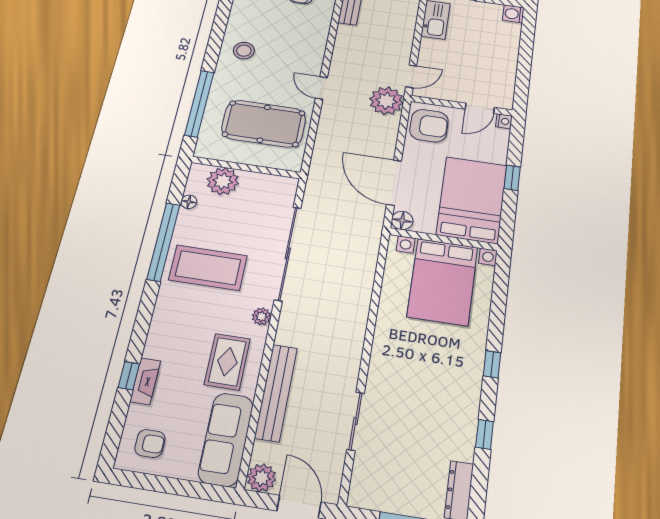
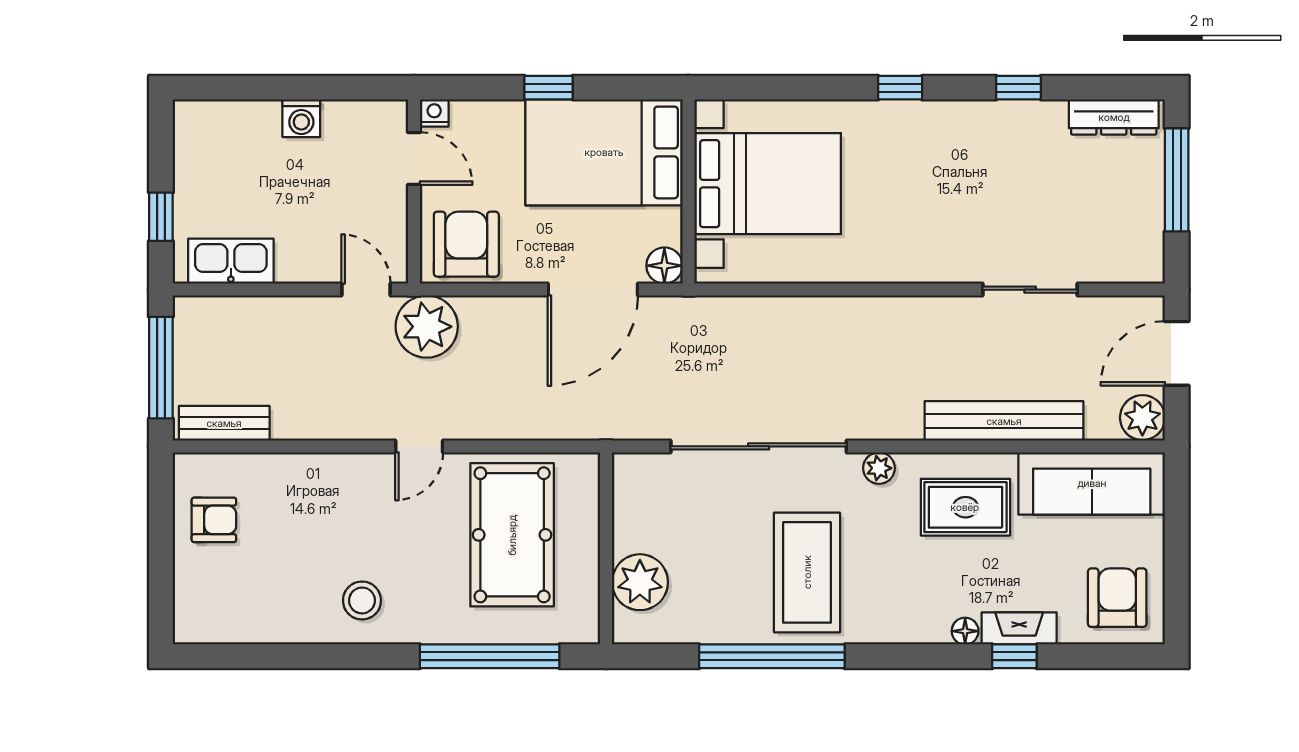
washing machine: (513, 14) -> (301, 118), moved
floor lamp: (189, 202) -> (965, 631), moved
armchair: (150, 443) -> (1117, 598), width x1.38, depth x1.38

